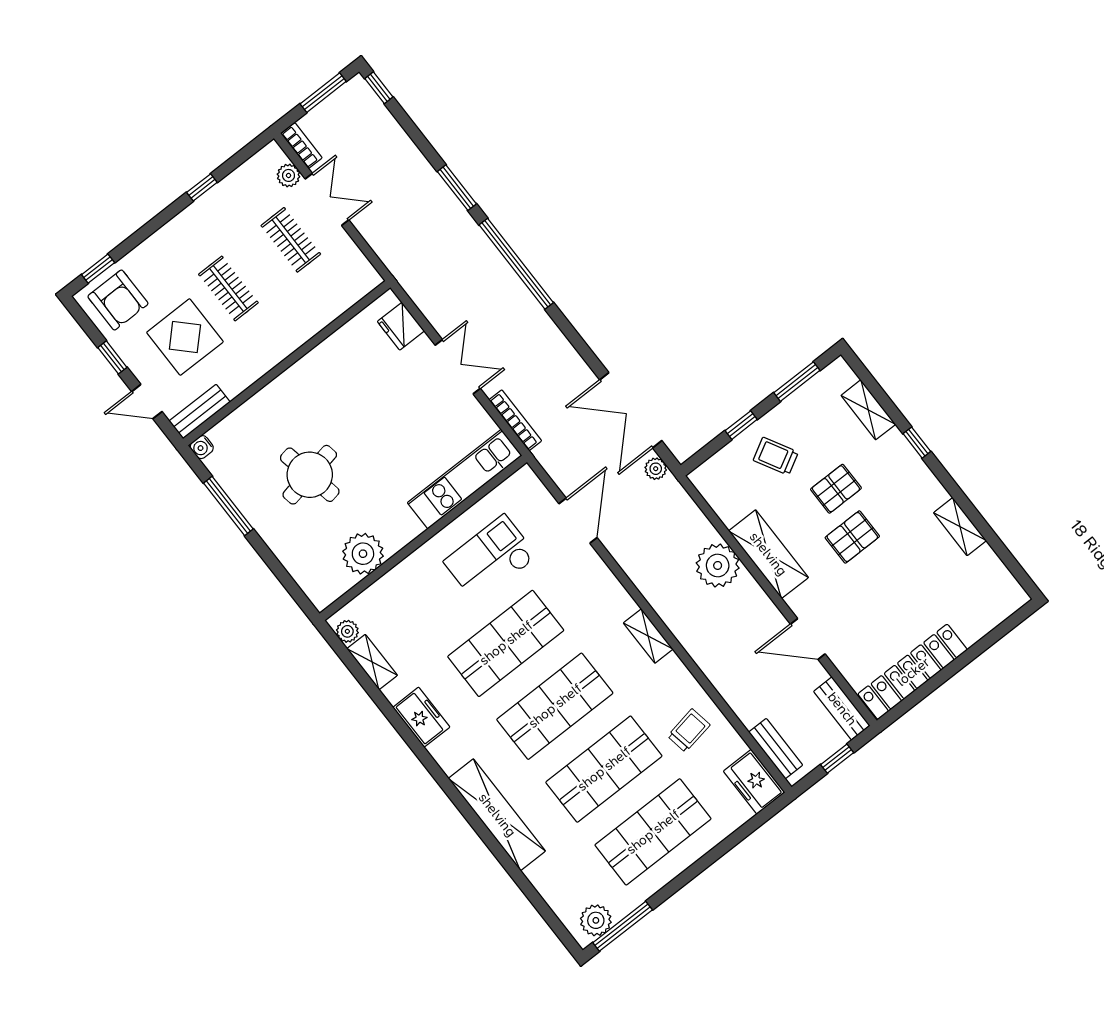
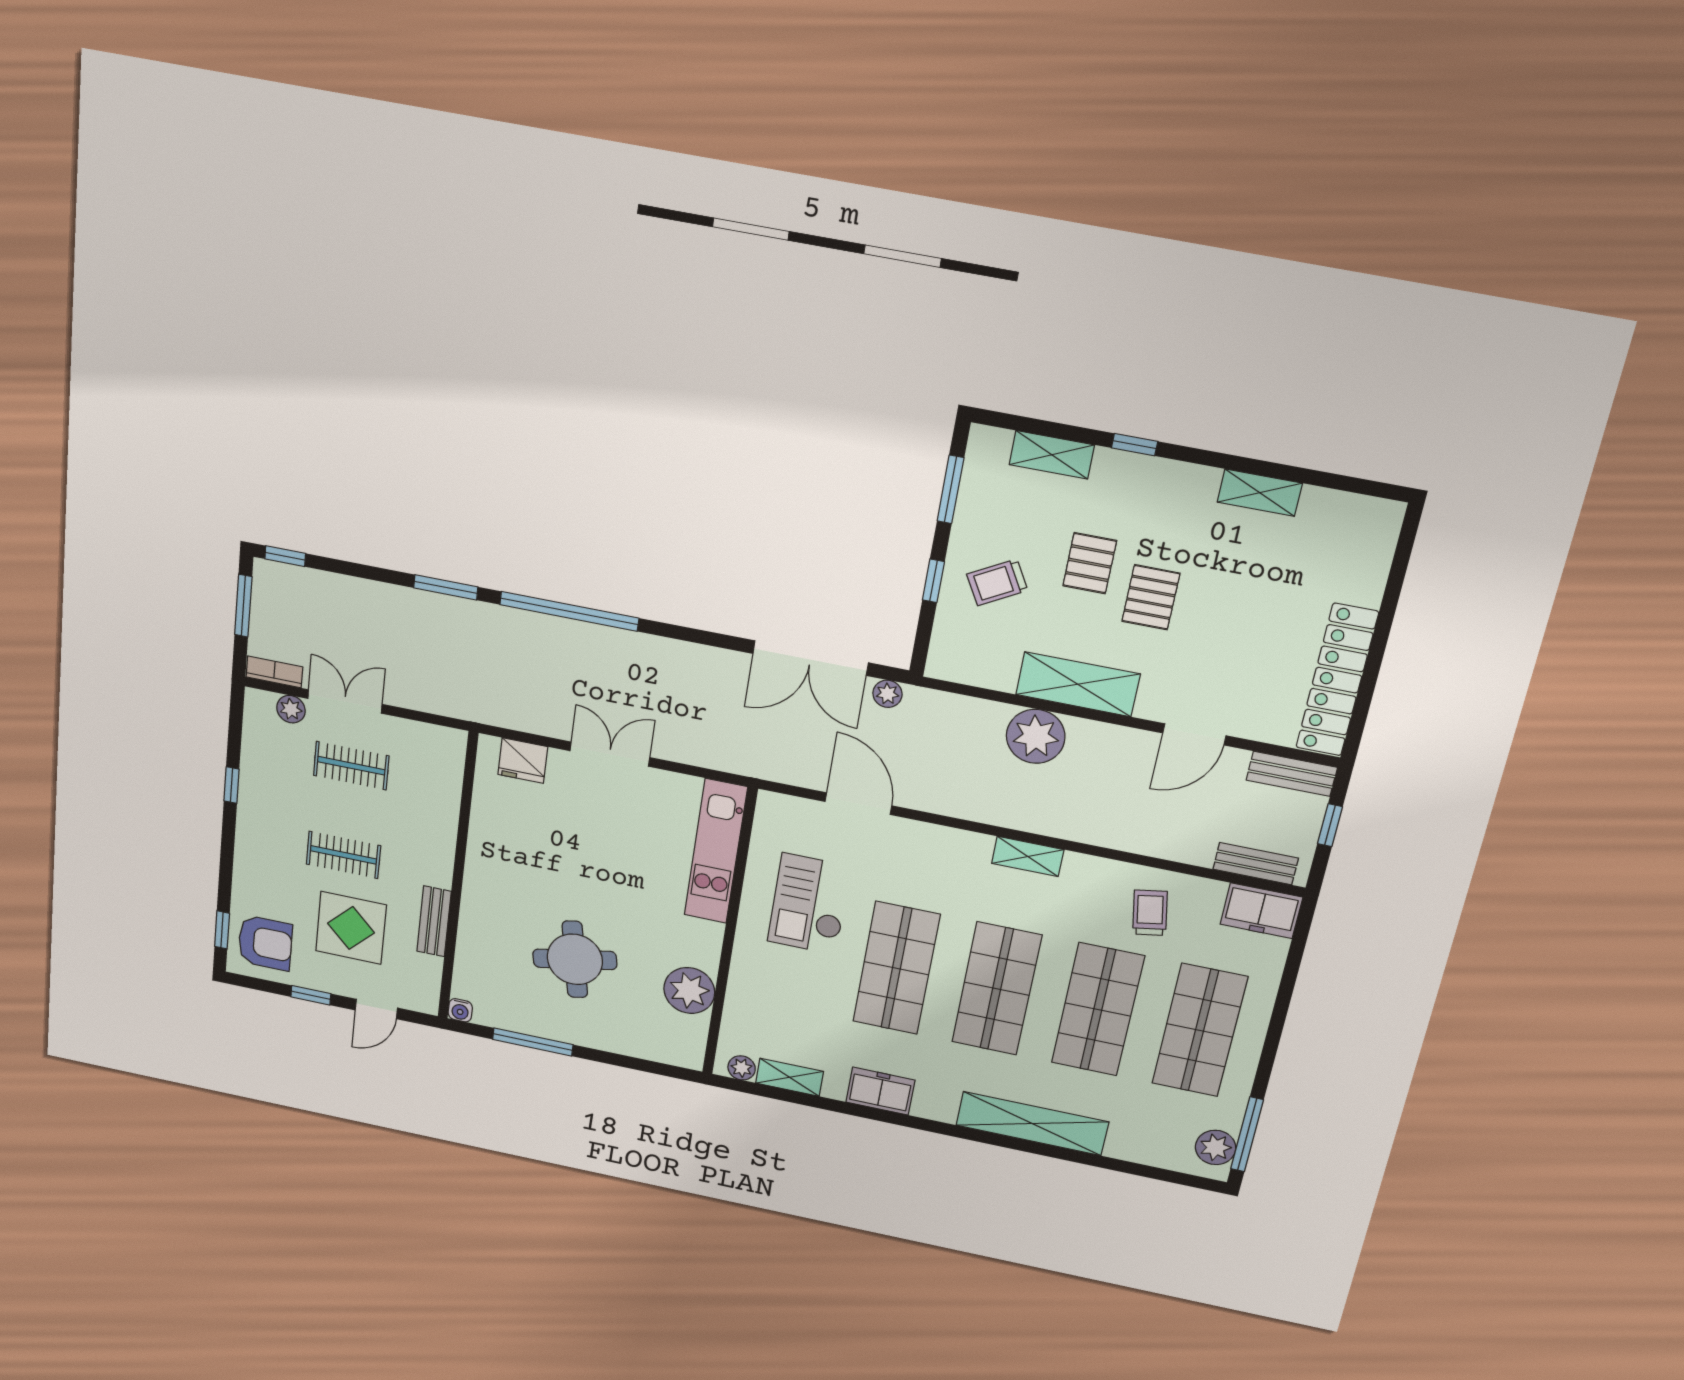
bench: (200, 412) -> (434, 921), moved
bookcase: (515, 420) -> (710, 759), removed

